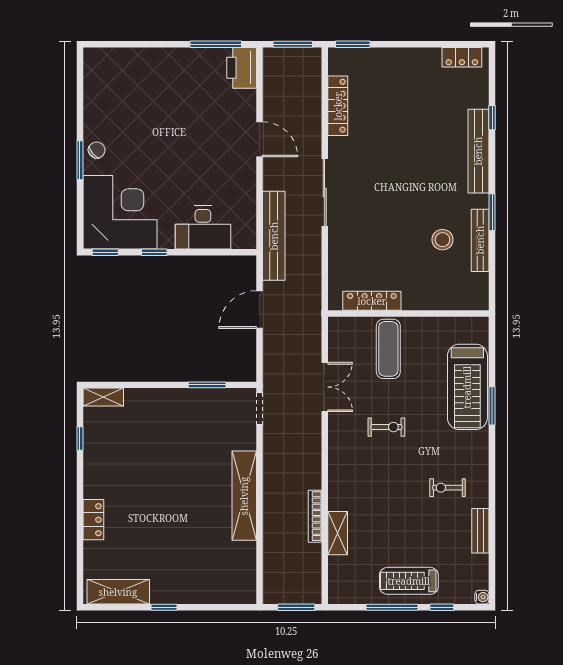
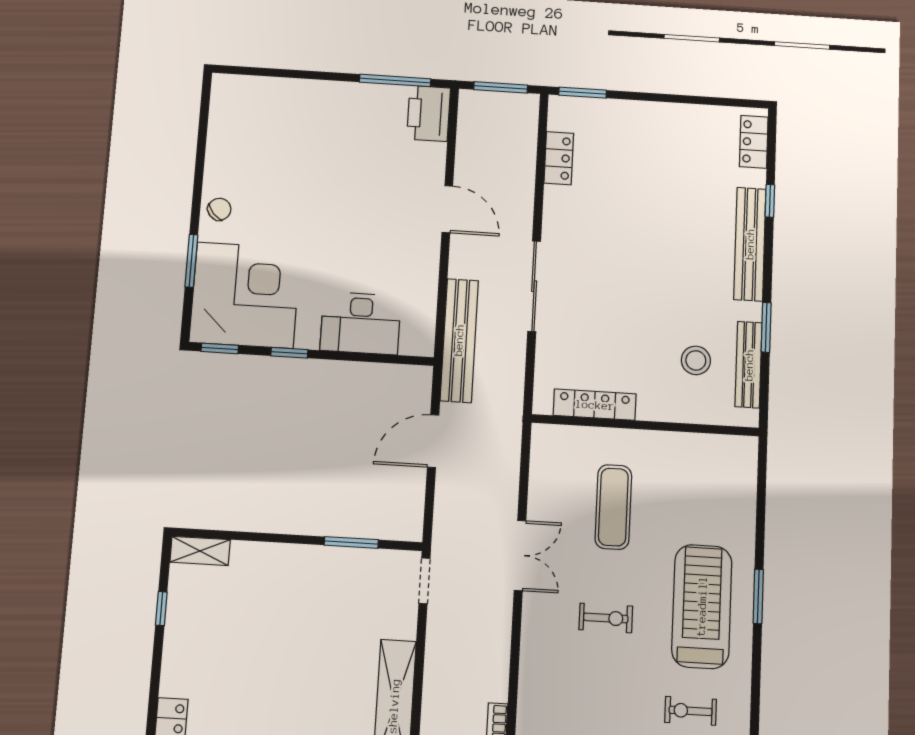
locker: (462, 57) -> (754, 142), moved, turned 90
locker: (338, 106) -> (559, 158), width x0.66
window: (80, 160) -> (191, 261), moved
locker: (372, 301) -> (595, 405), moved
wall: (408, 313) -> (645, 425), moved
treadmill: (467, 387) -> (702, 606), moved, turned 180

